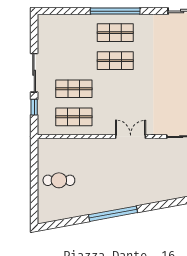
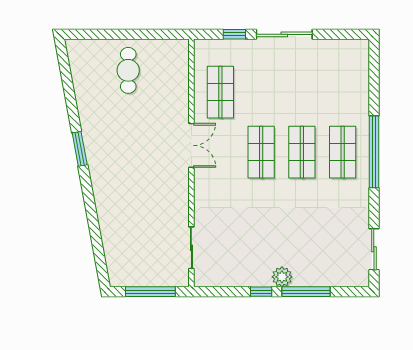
shop shelf: (74, 89) -> (261, 152), moved
double door: (131, 137) -> (191, 145), moved
window: (113, 214) -> (80, 149), width x0.47

